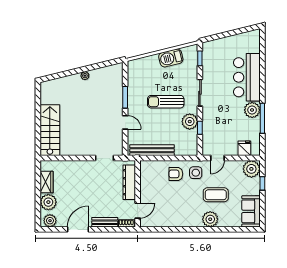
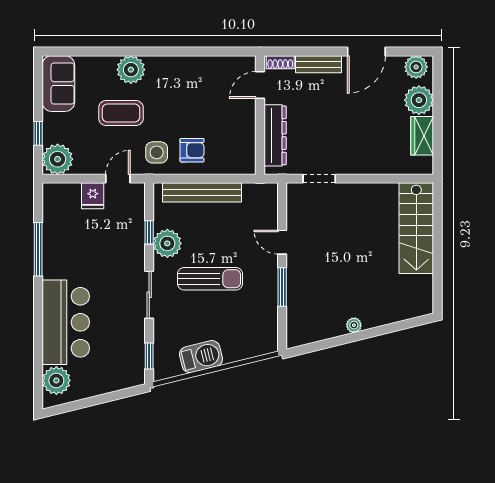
plant: (252, 110) -> (56, 380), moved
fridge: (244, 148) -> (93, 196), moved
bench: (152, 150) -> (202, 192), moved

